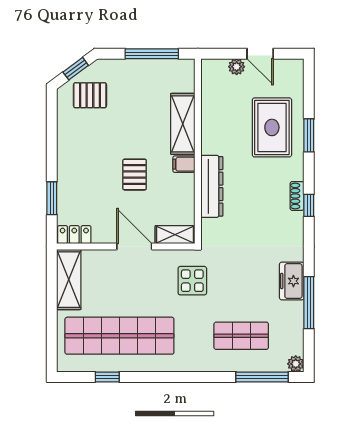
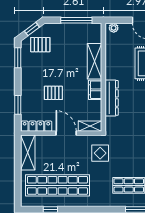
plant: (237, 67) -> (114, 28), moved
window: (52, 118) -> (18, 58), added
filing cabinet: (184, 164) -> (95, 90), width x2.00
pallet: (135, 175) -> (53, 93), moved, turned 90
locker: (74, 235) -> (36, 126), width x1.53

